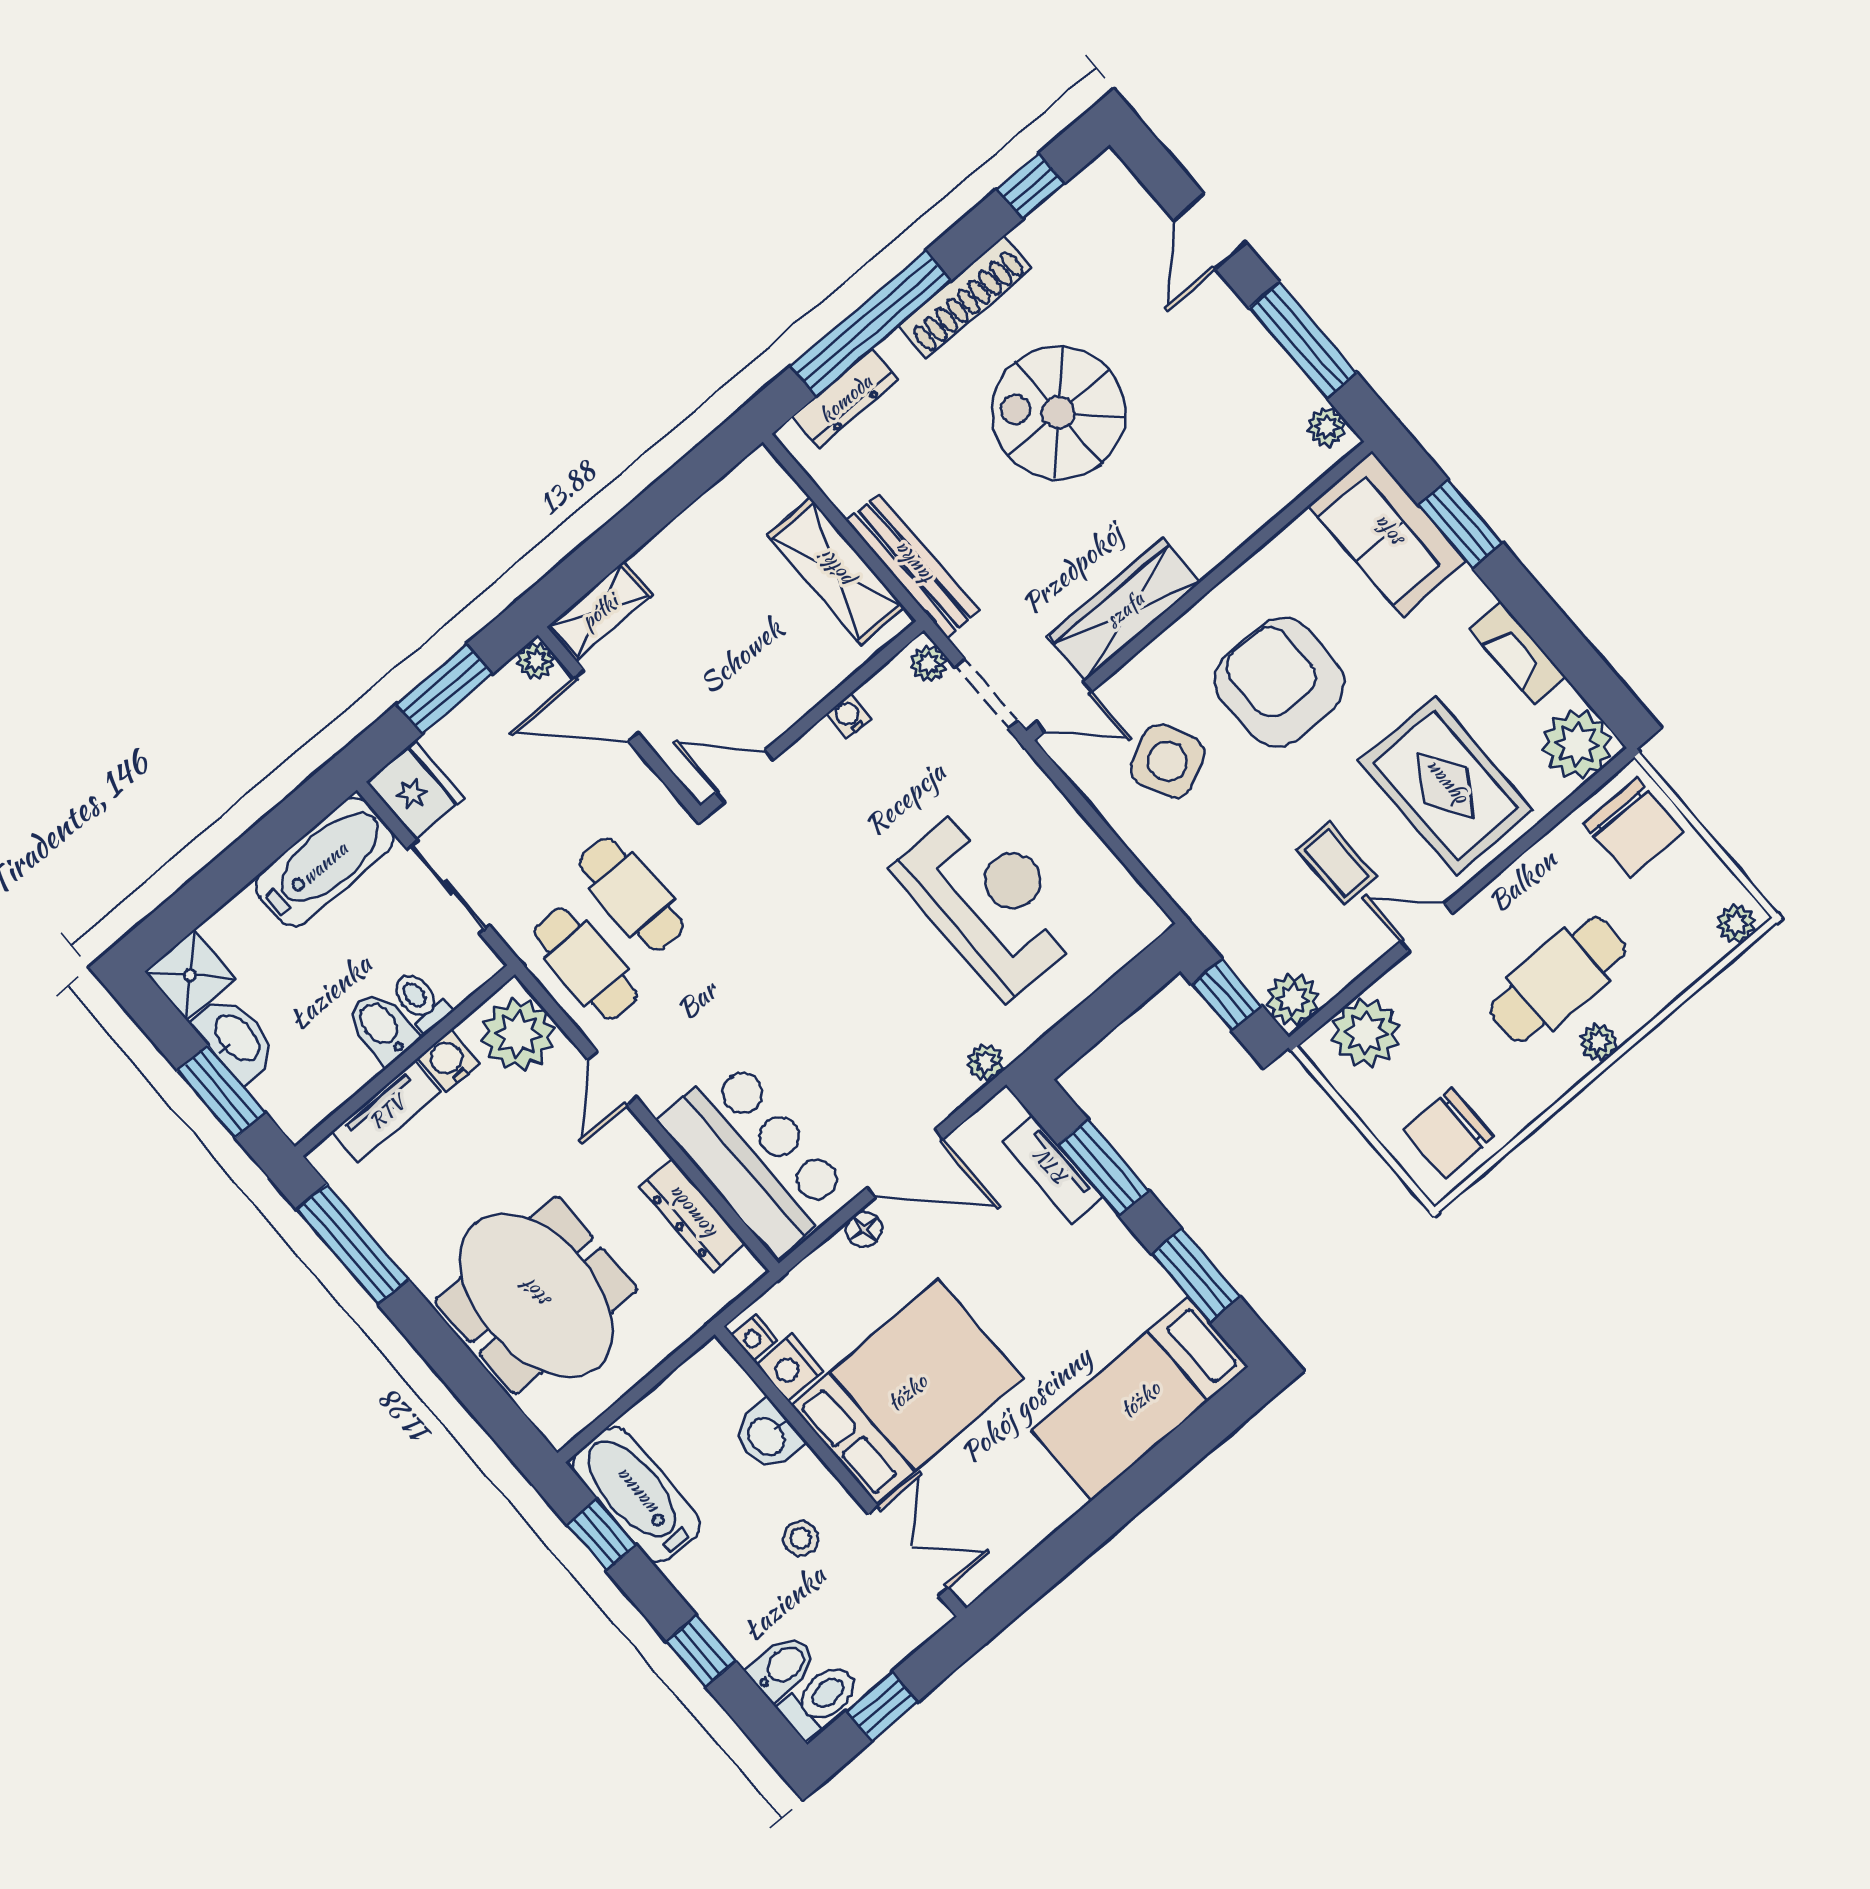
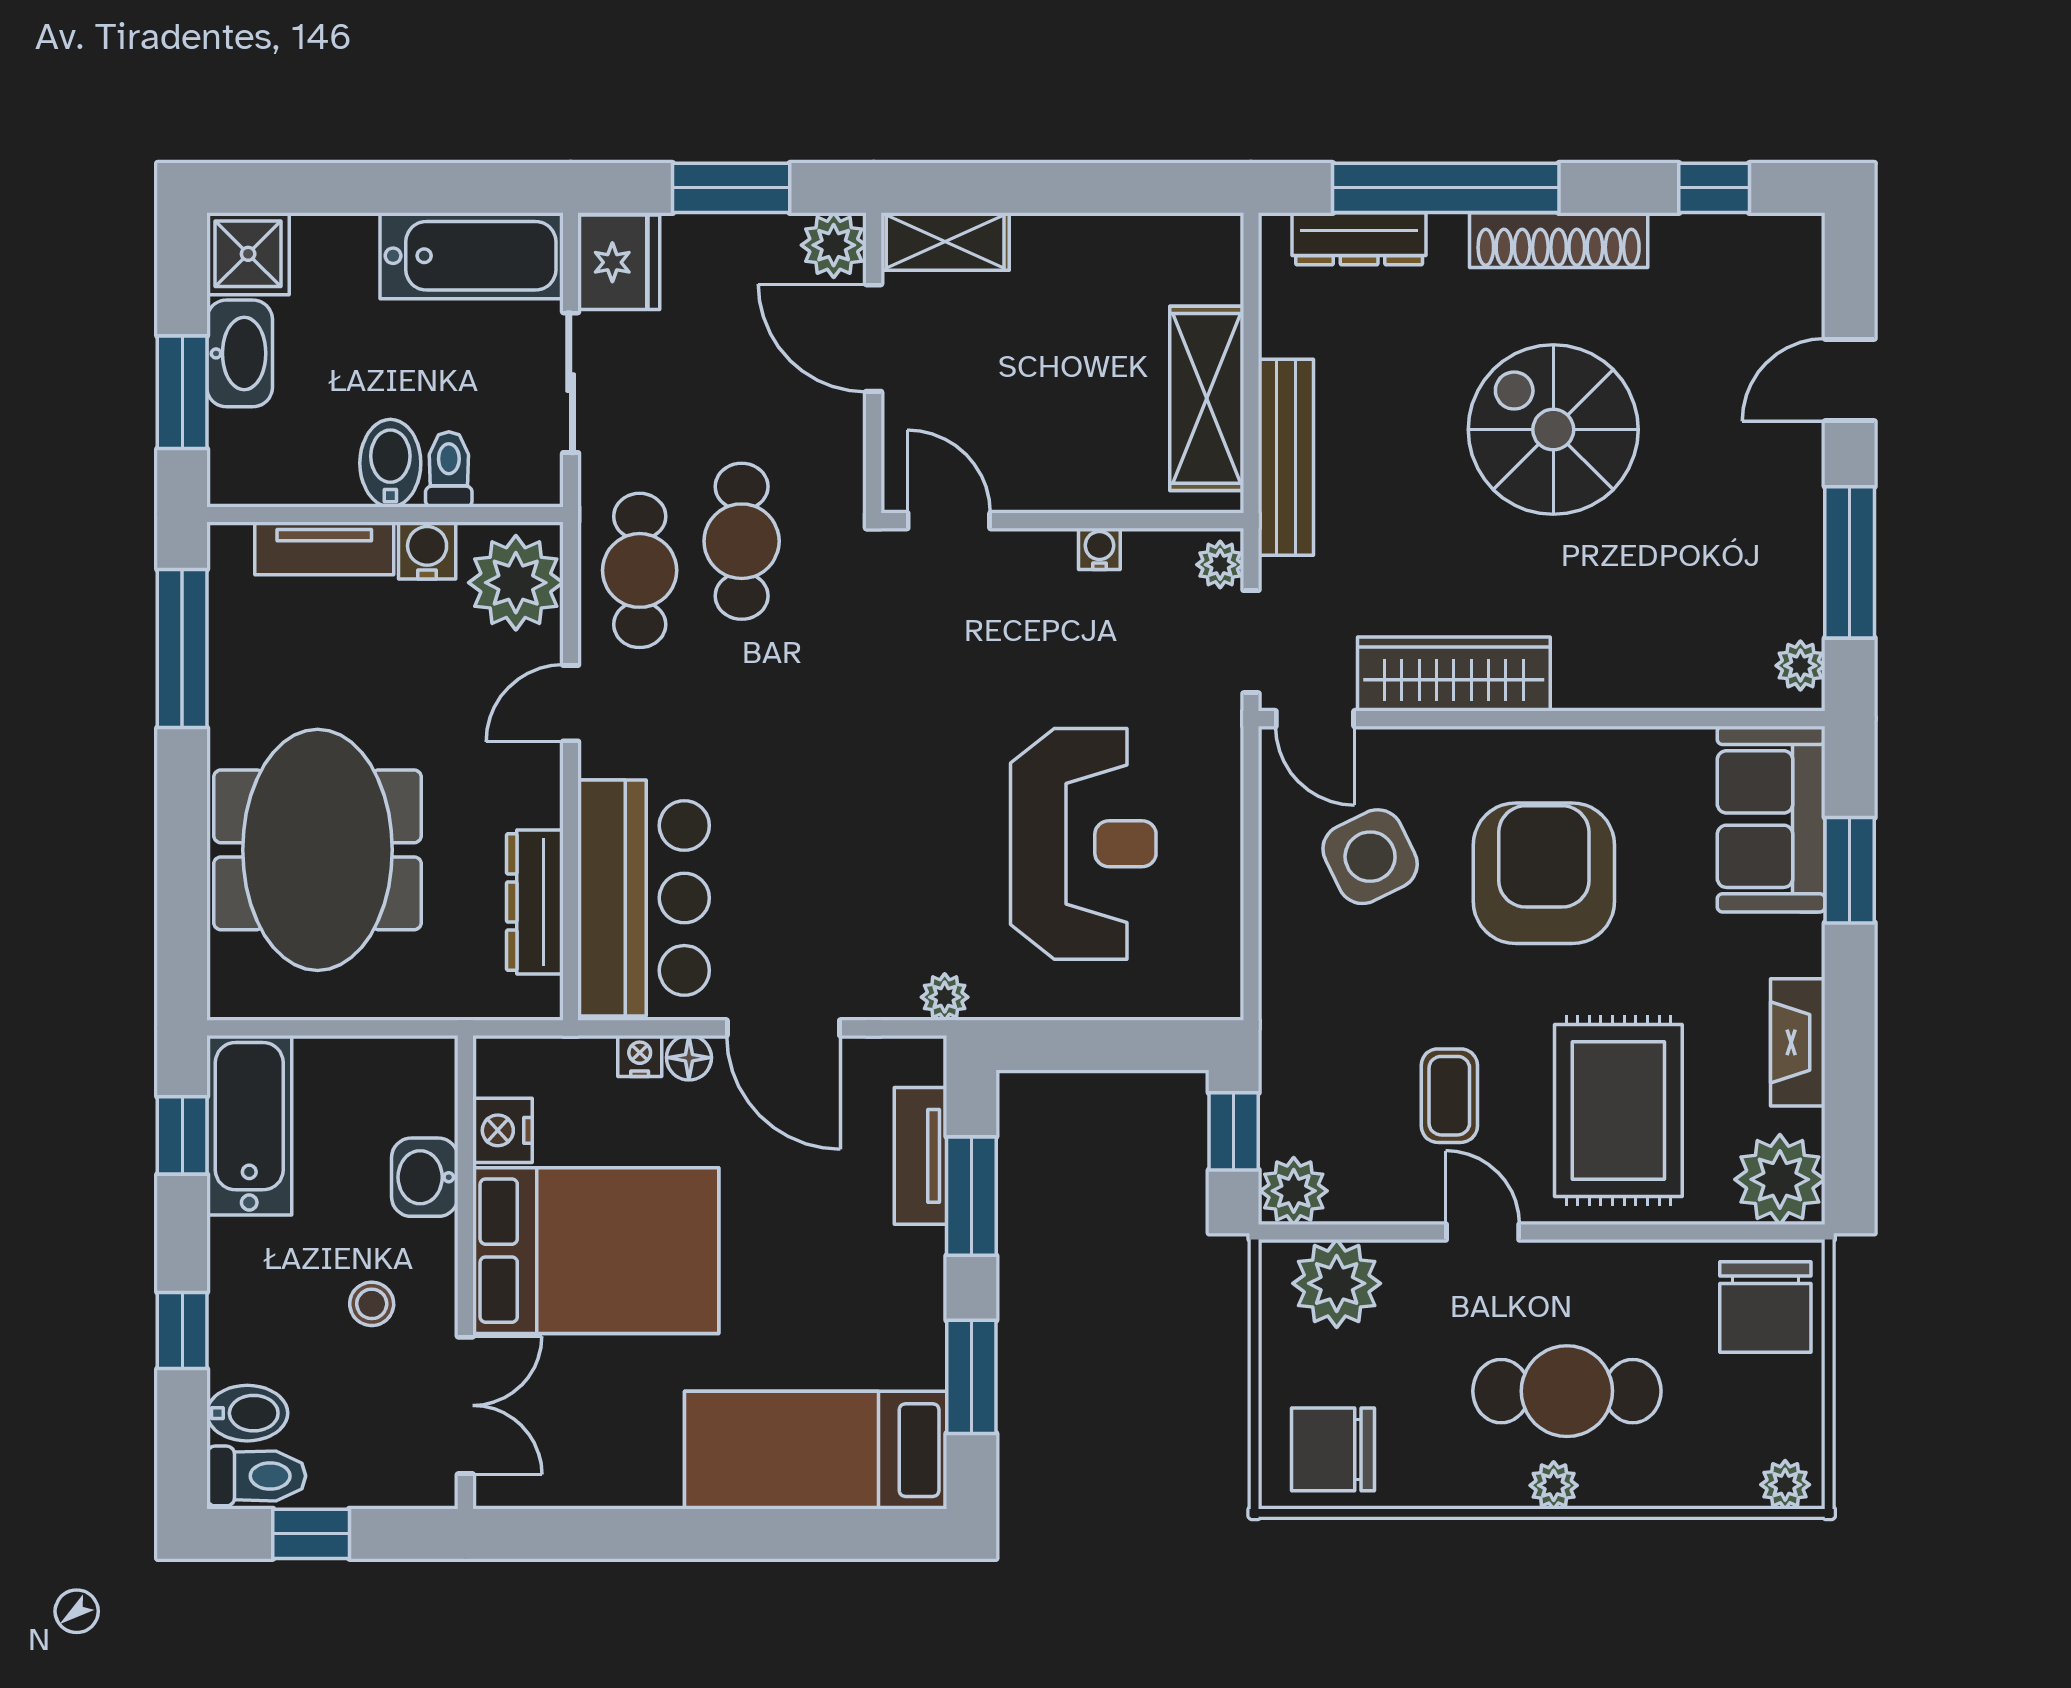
plant: (536, 661) -> (834, 245), width x1.38, depth x1.38
nightstand: (754, 1337) -> (640, 1056), moved, turned 90

